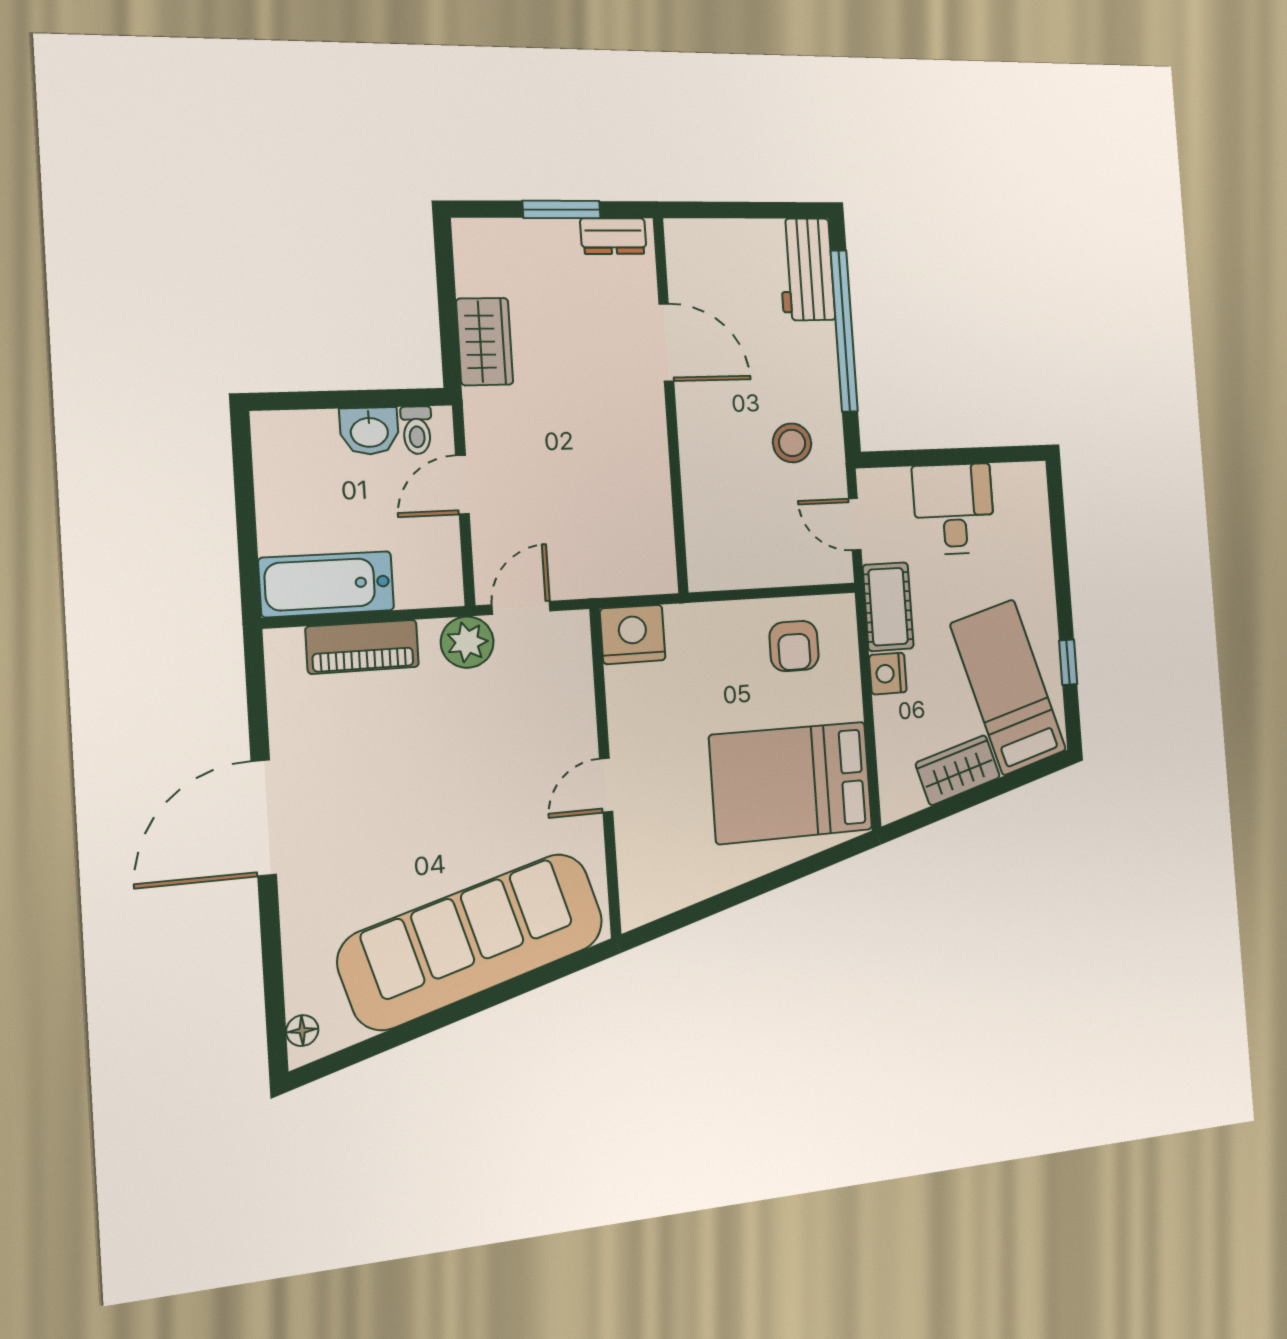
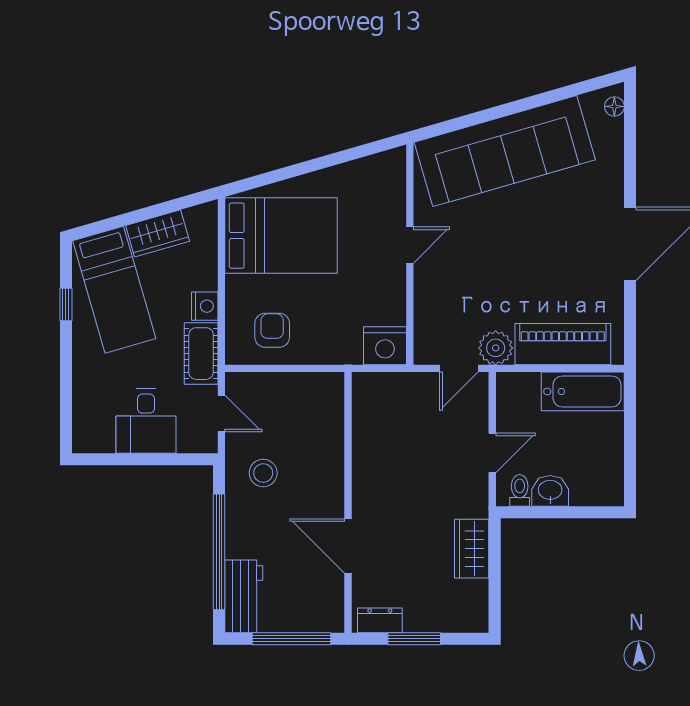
window: (737, 210) -> (291, 639), added
piano: (362, 647) -> (563, 344), width x1.37, depth x1.33

